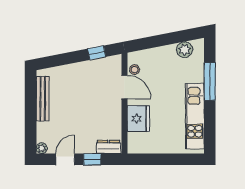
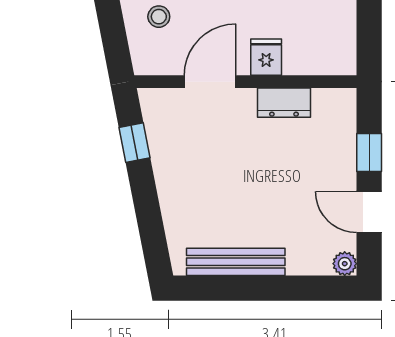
stool: (135, 70) -> (159, 17), moved
fridge: (138, 119) -> (266, 57), width x0.53, depth x0.75
dresser: (109, 147) -> (284, 103), moved, turned -90

